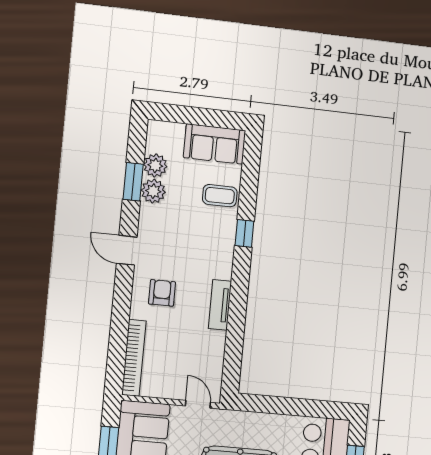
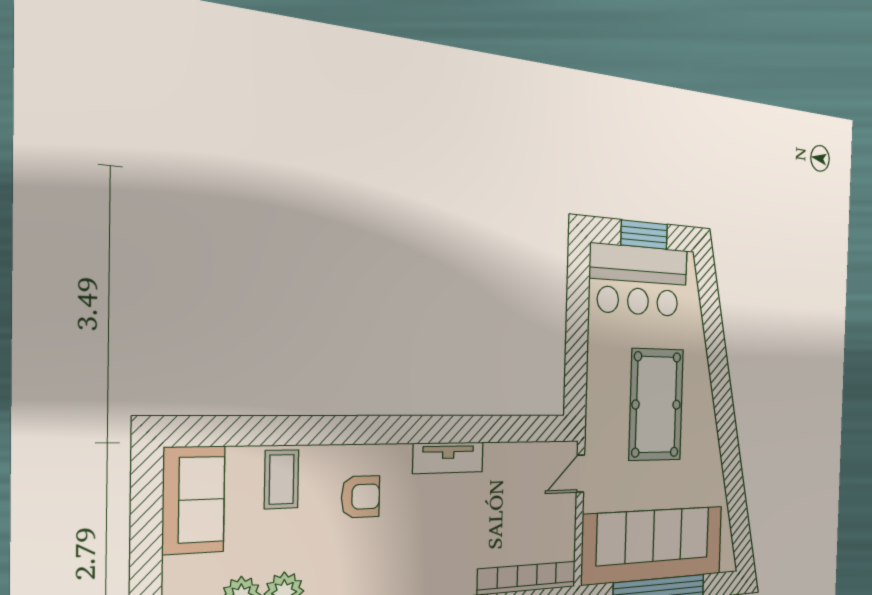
window: (244, 233) -> (339, 430), removed
armchair: (162, 293) -> (360, 497), moved, turned 180

